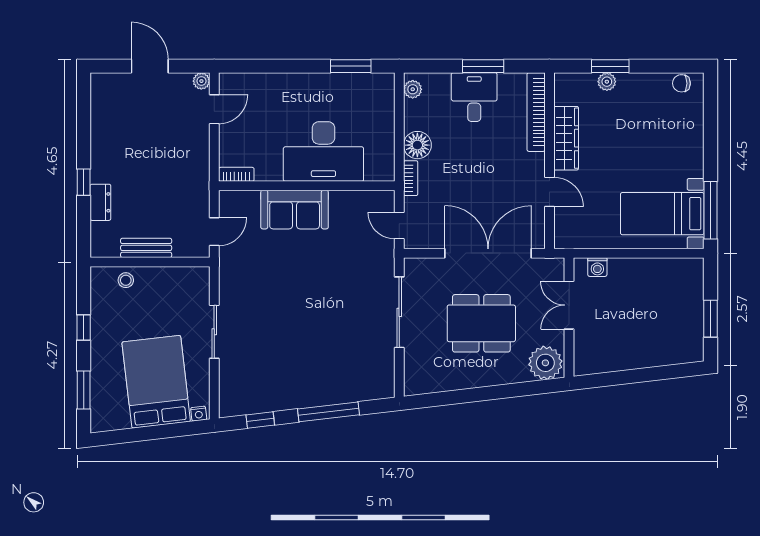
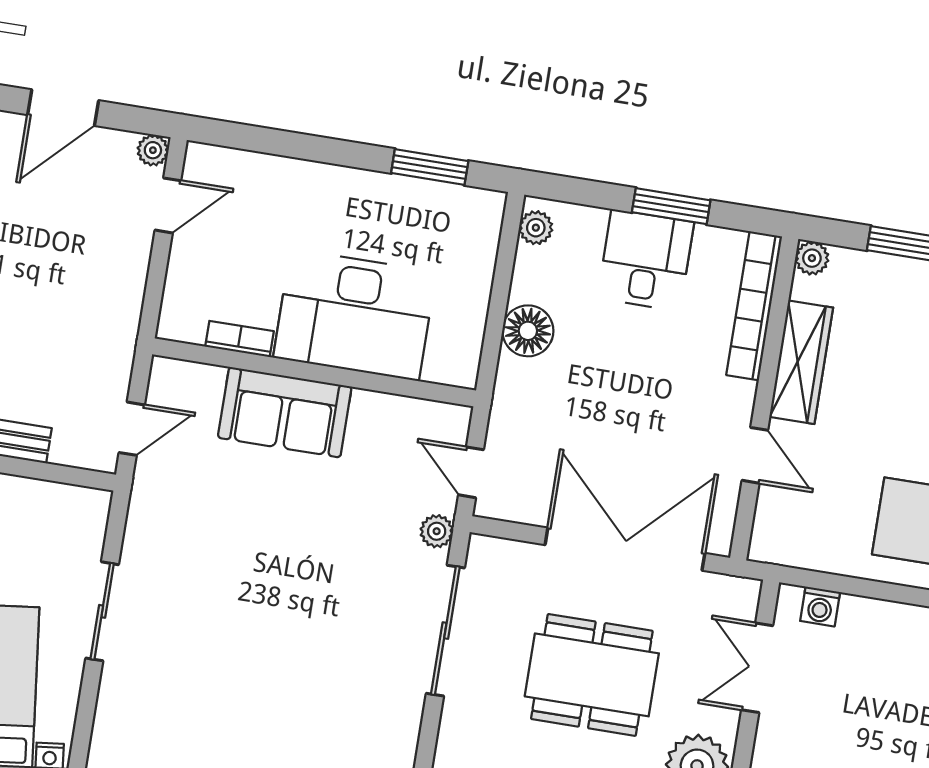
door: (150, 66) -> (63, 108), swing flipped
plant: (607, 82) -> (812, 258), moved
bookcase: (236, 174) -> (240, 339), moved
bookcase: (411, 178) -> (506, 389), removed
plant: (386, 260) -> (437, 531), added

